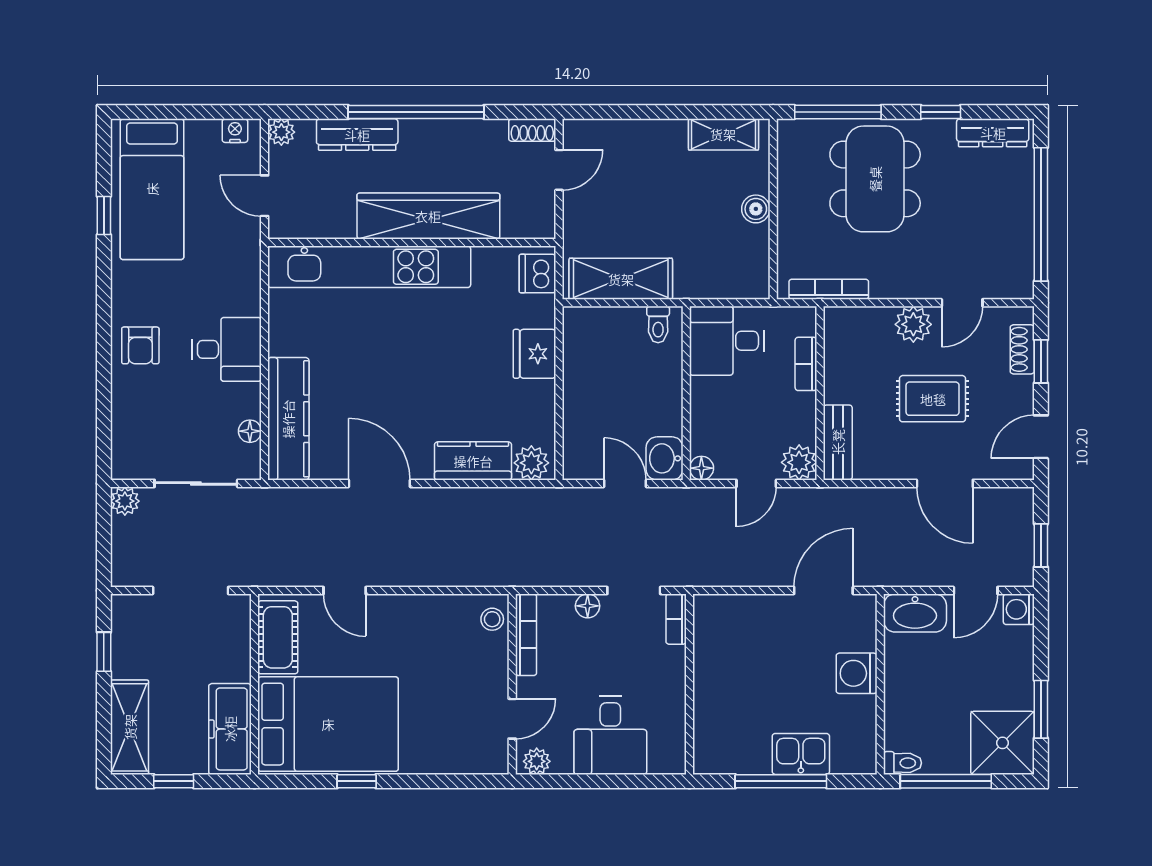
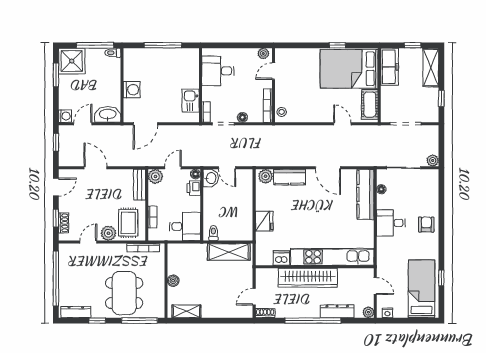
dishwasher: (537, 274) -> (281, 258), moved, turned -90
rug: (933, 399) -> (128, 223), moved, turned 90
printer: (706, 434) -> (194, 188), added
desk: (610, 735) -> (218, 71), moved, turned -90
kitchen sink: (801, 754) -> (191, 101), moved, turned 90

